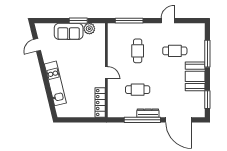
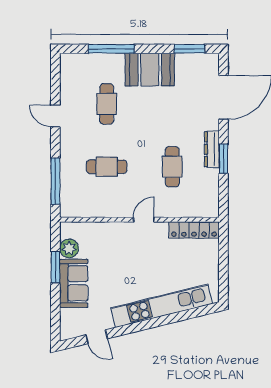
kitchen unit: (55, 83) -> (162, 306), width x1.36
window: (142, 120) -> (223, 159), width x0.47

